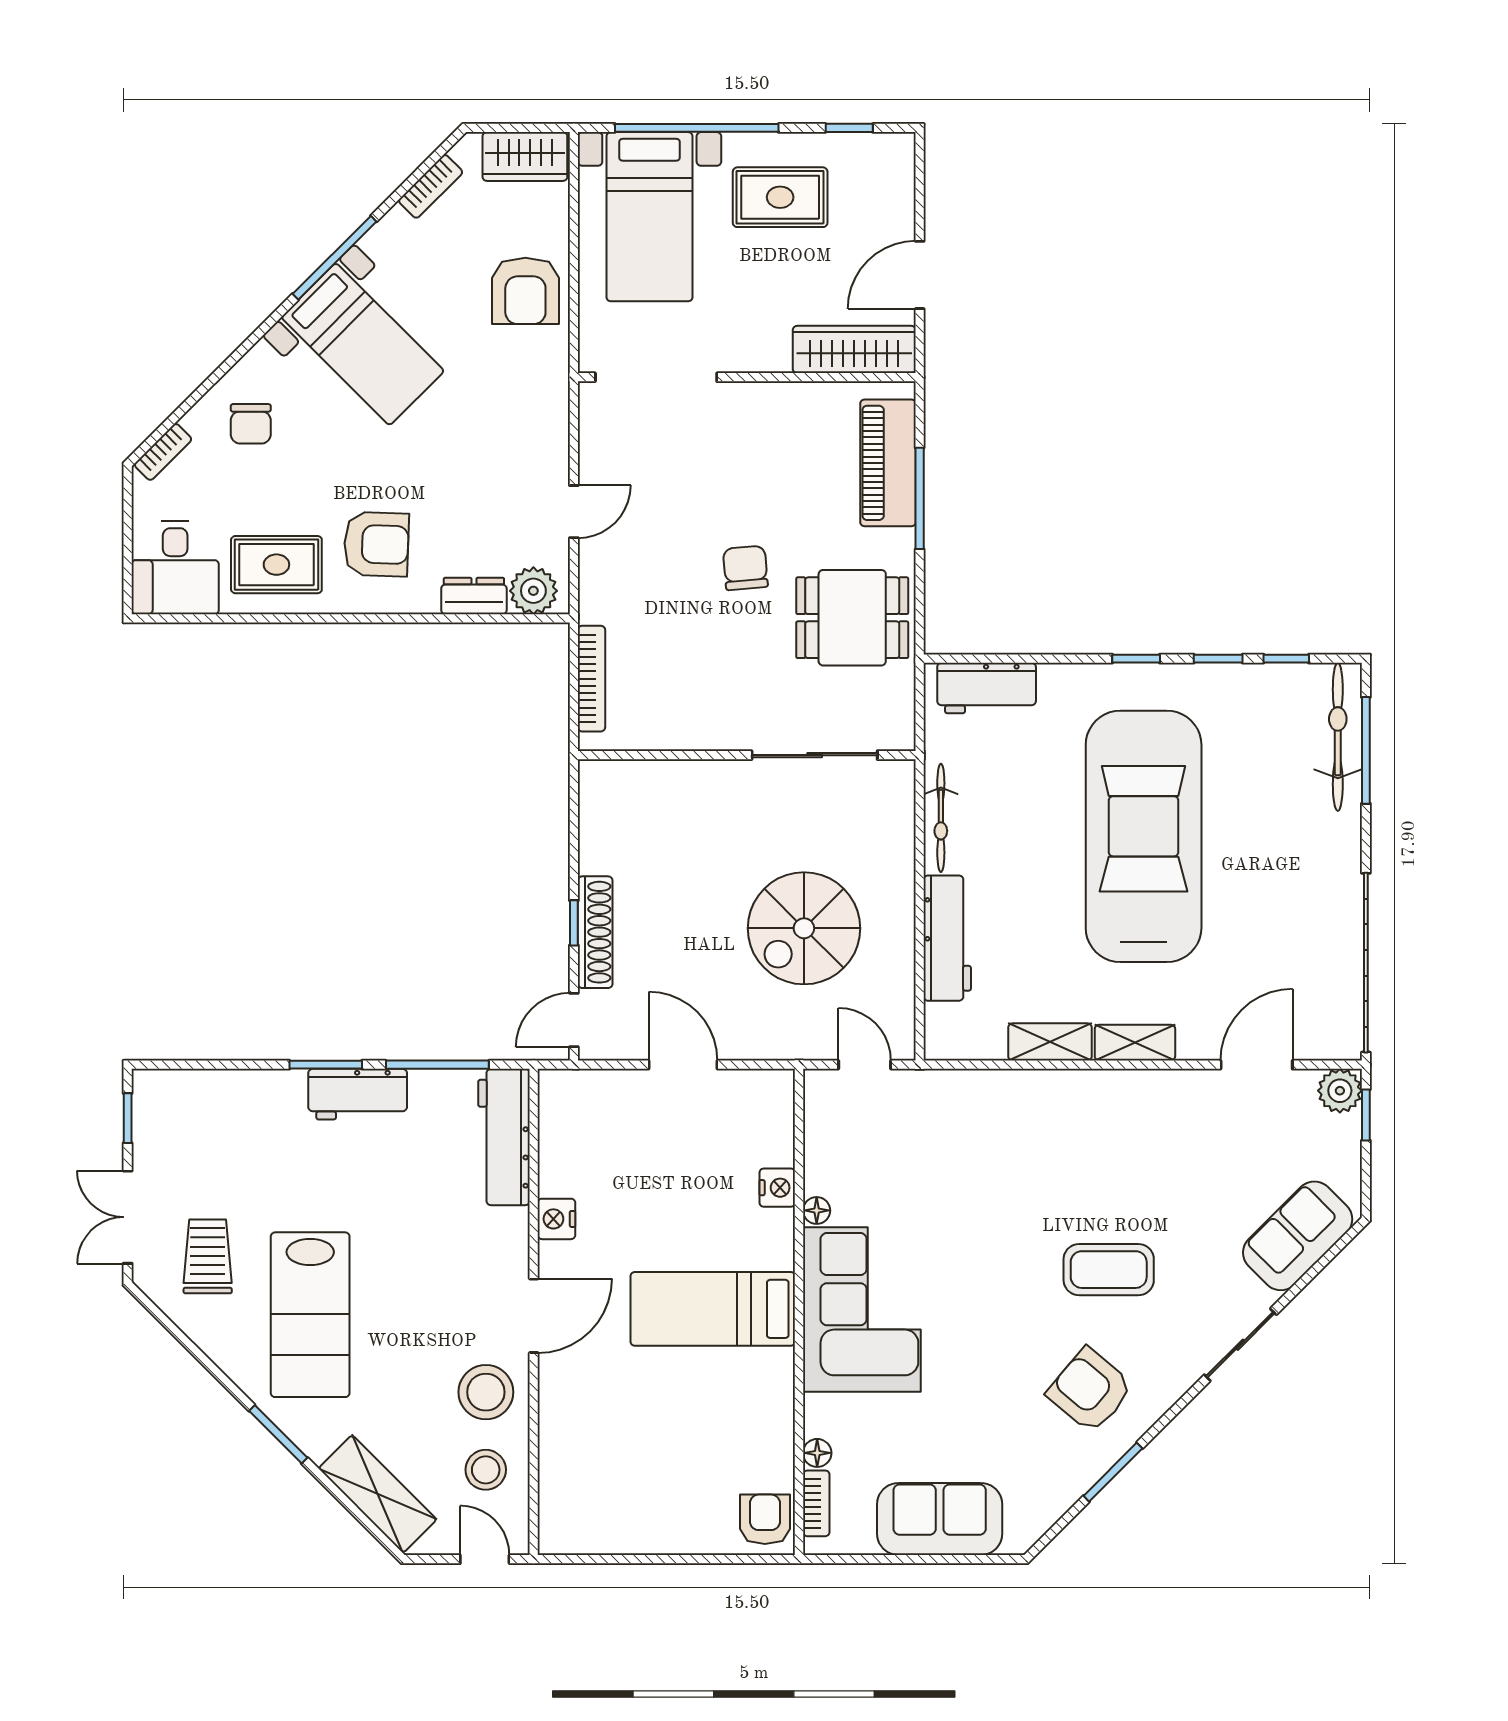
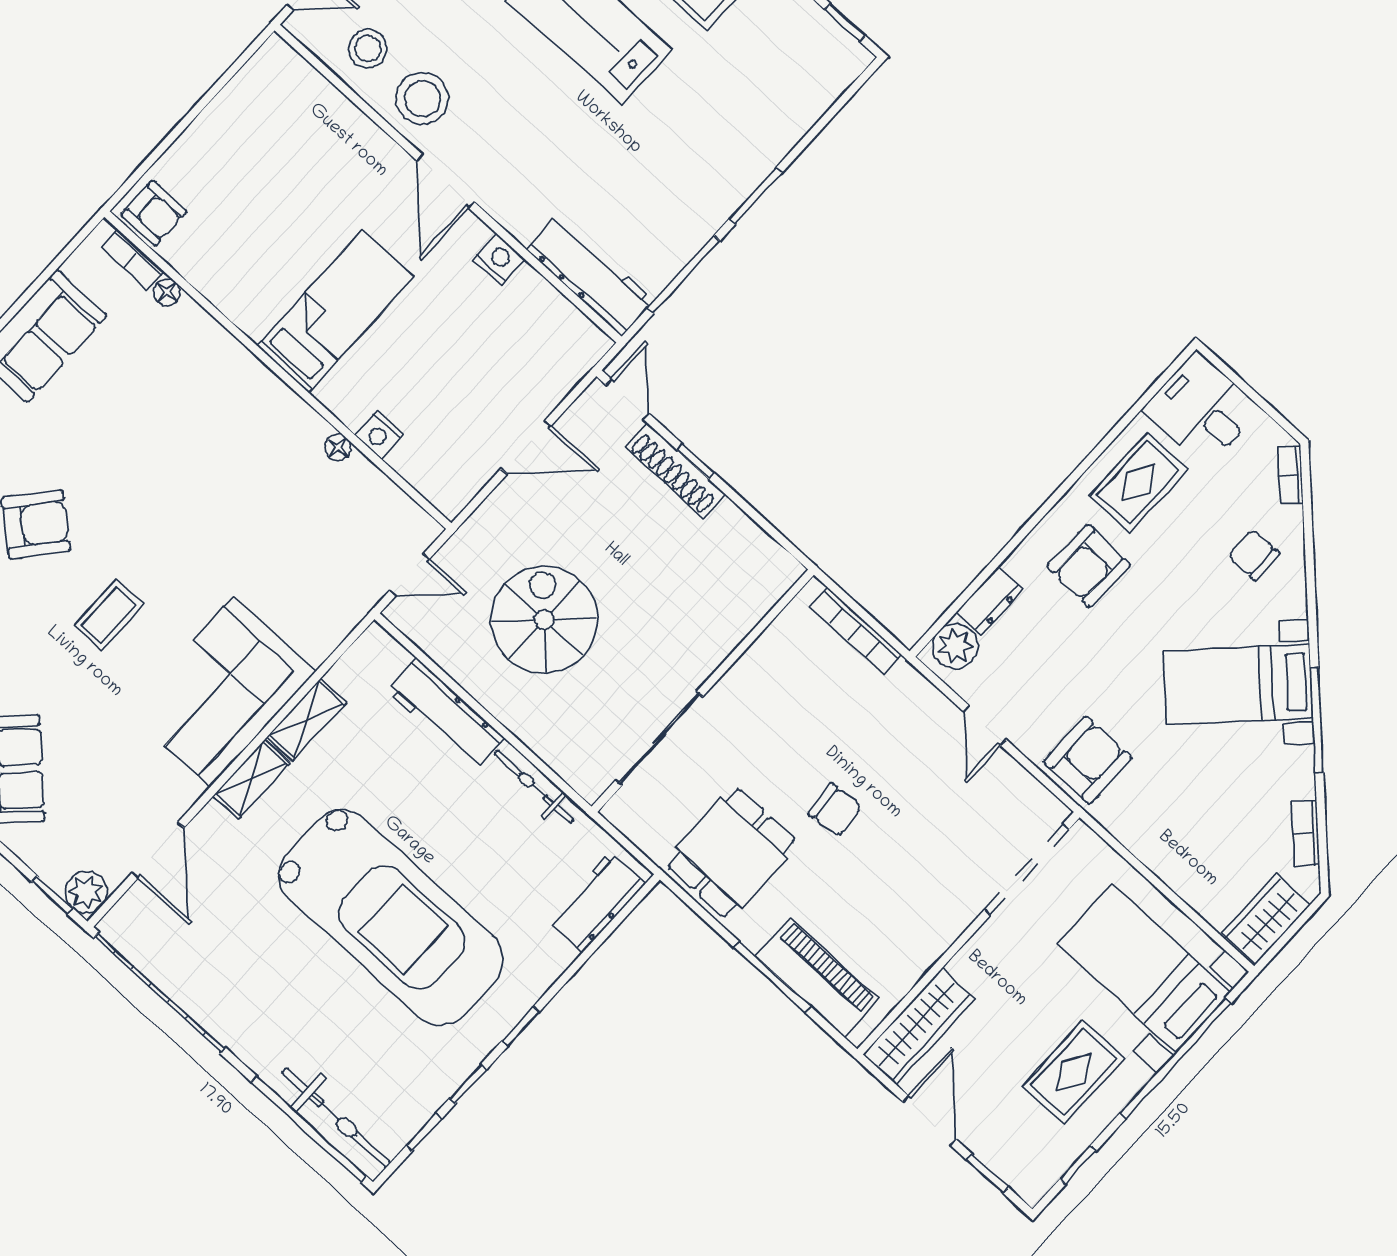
window: (920, 192) -> (988, 1174), added
armchair: (525, 291) -> (1088, 760), moved, turned 90
window: (1366, 750) -> (309, 1129), width x1.46
workbench: (358, 1094) -> (714, 200), removed
coffee table: (1109, 1270) -> (109, 615), width x0.73, depth x0.77
corner sofa: (862, 1310) -> (222, 691), moved, turned 90

